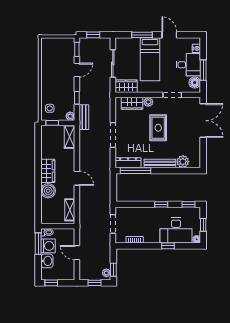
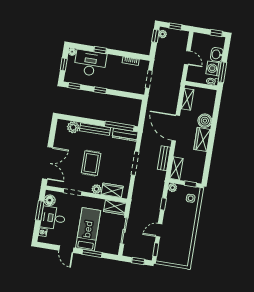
bench: (84, 117) -> (164, 158), moved
double door: (203, 121) -> (47, 163), swing flipped
door: (77, 178) -> (176, 128), width x1.88

